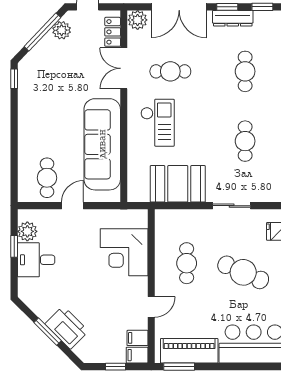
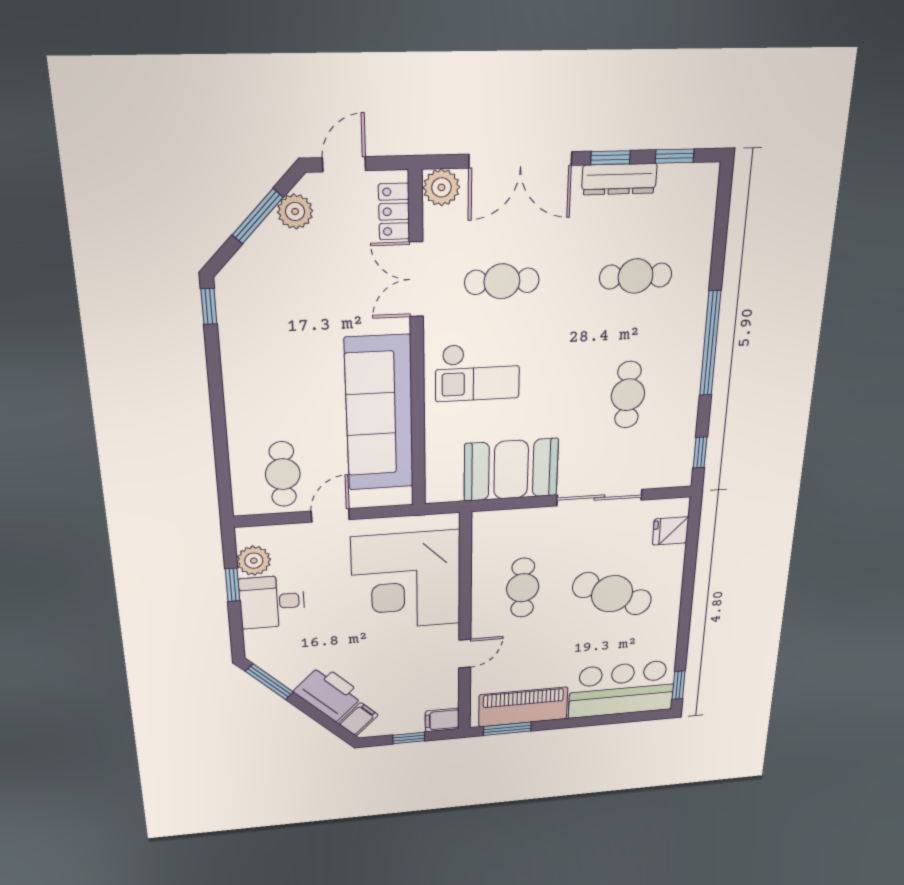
window: (42, 32) -> (258, 216), width x0.69
cafe table: (245, 71) -> (636, 276), turned 90
checkout: (158, 123) -> (478, 372), turned 90
sliding door: (232, 206) -> (599, 498), width x1.37
corner desk: (124, 252) -> (406, 581), width x1.36, depth x1.36
window: (48, 332) -> (269, 682), moved
filing cabinet: (137, 338) -> (358, 719), moved, turned 135

